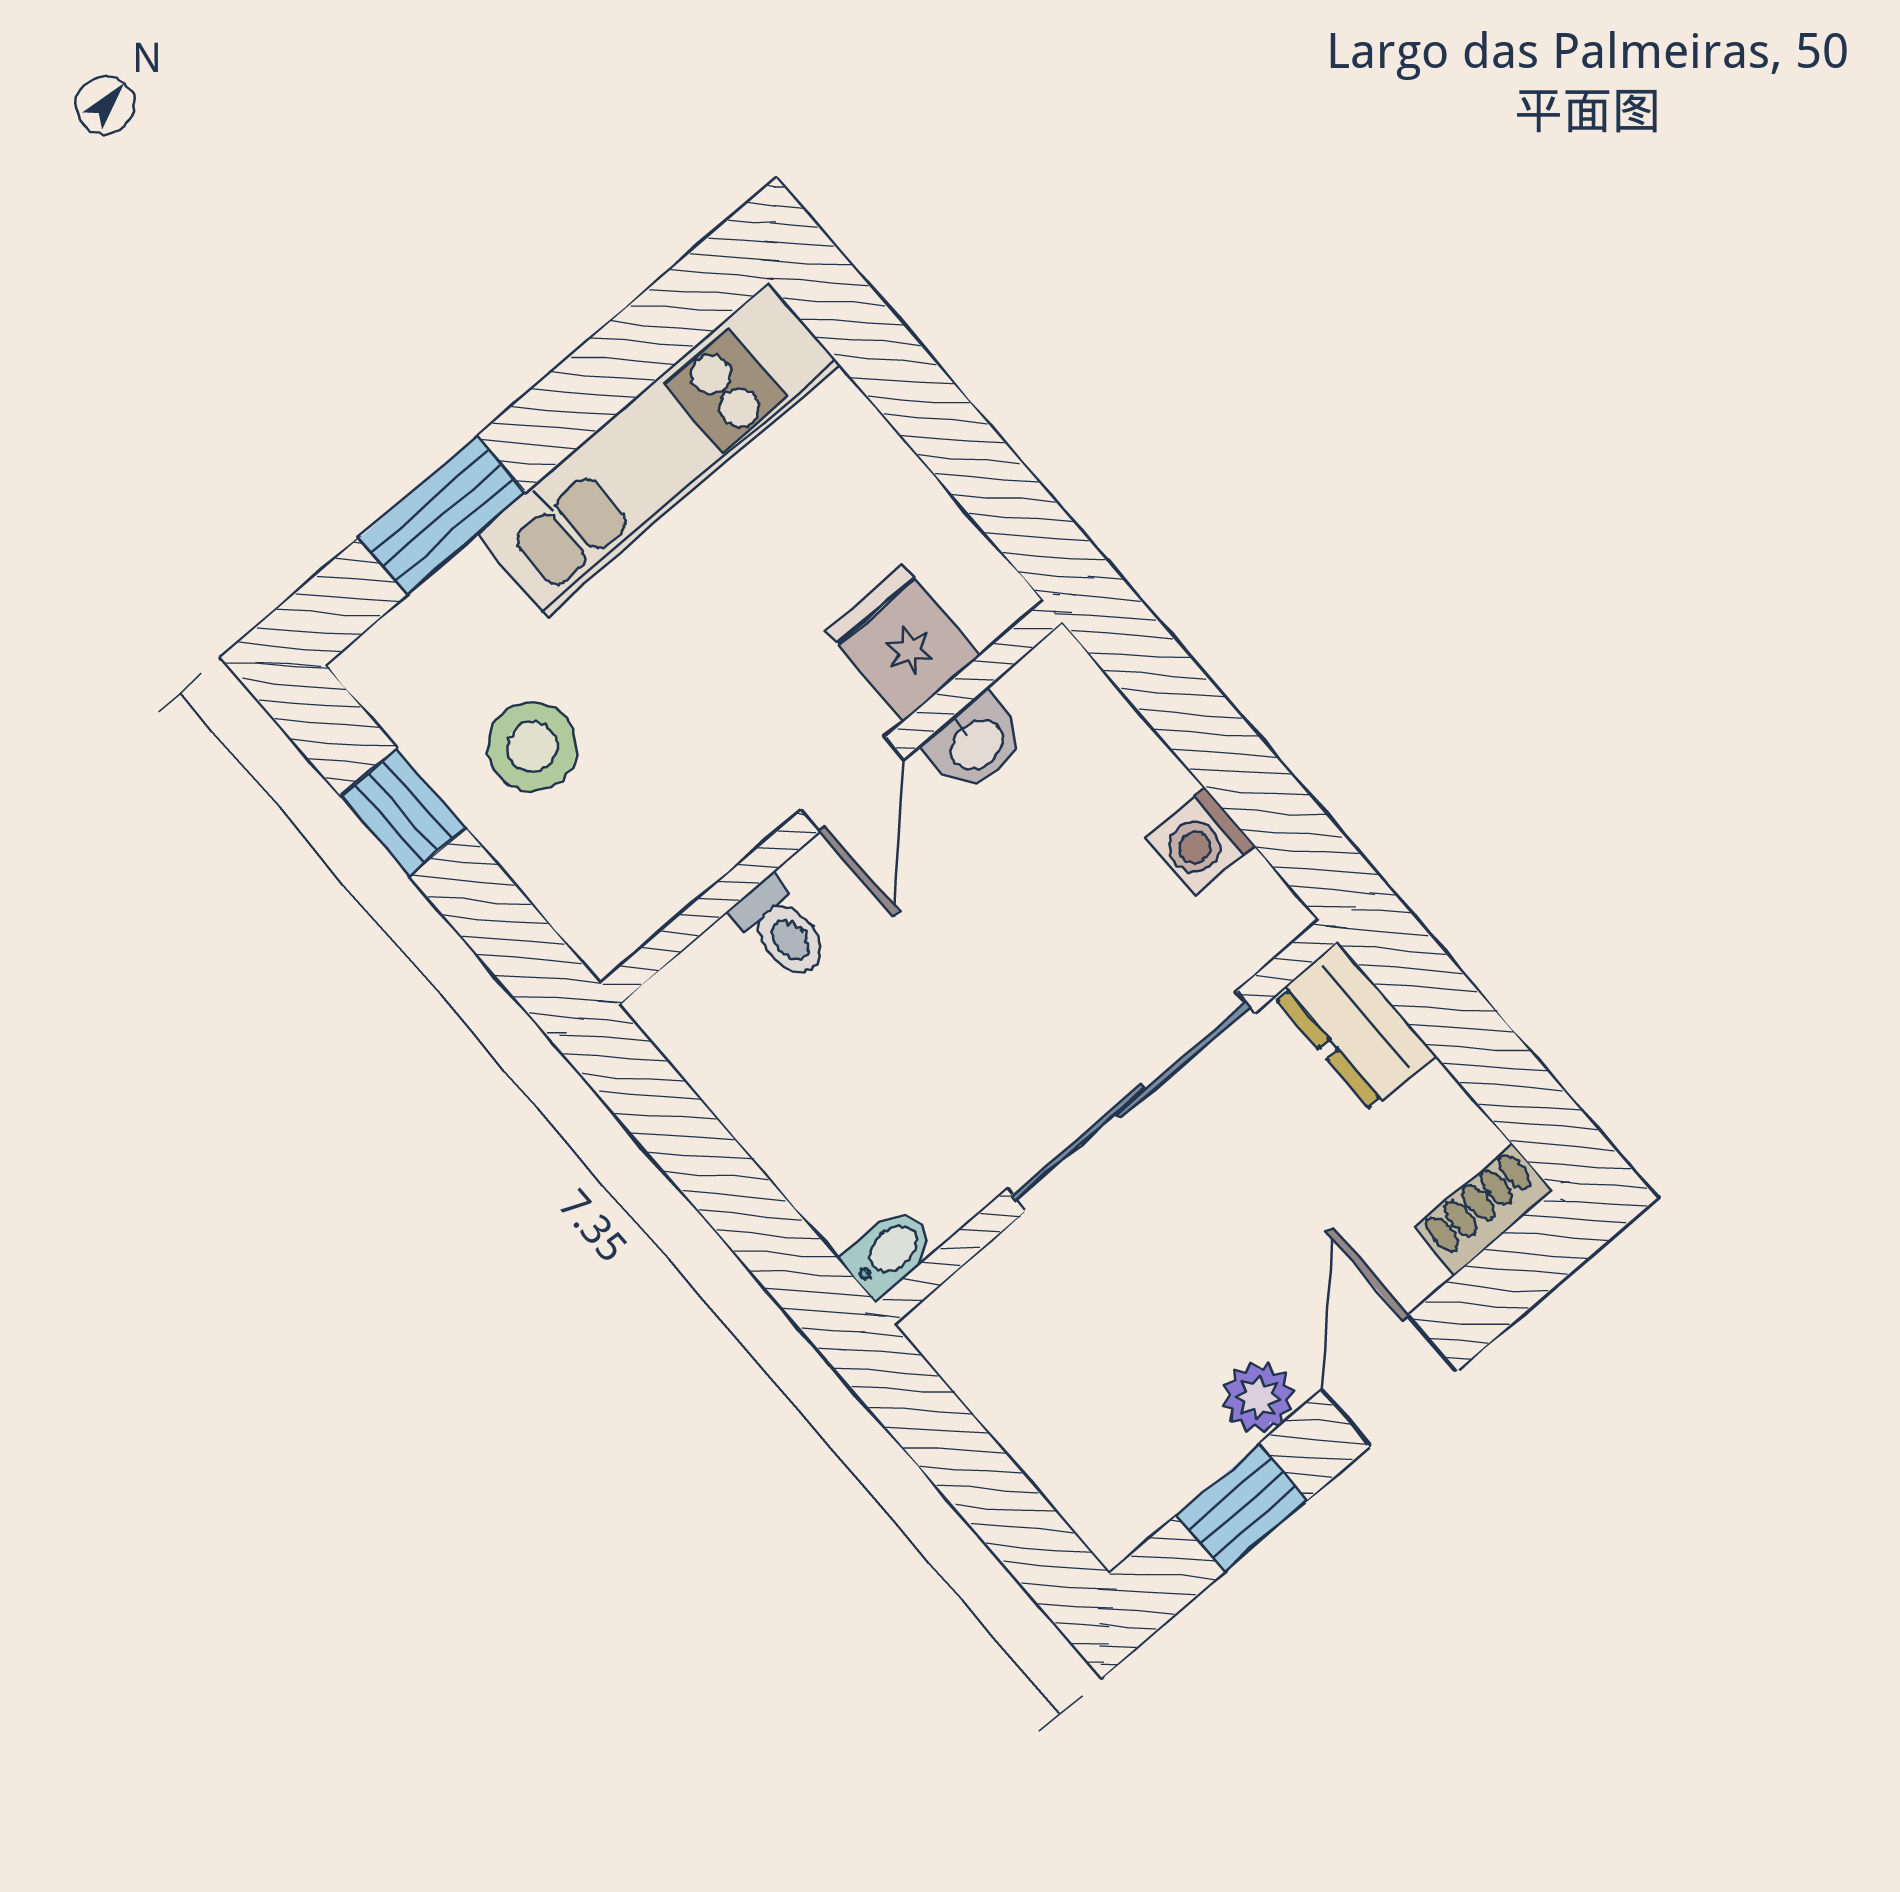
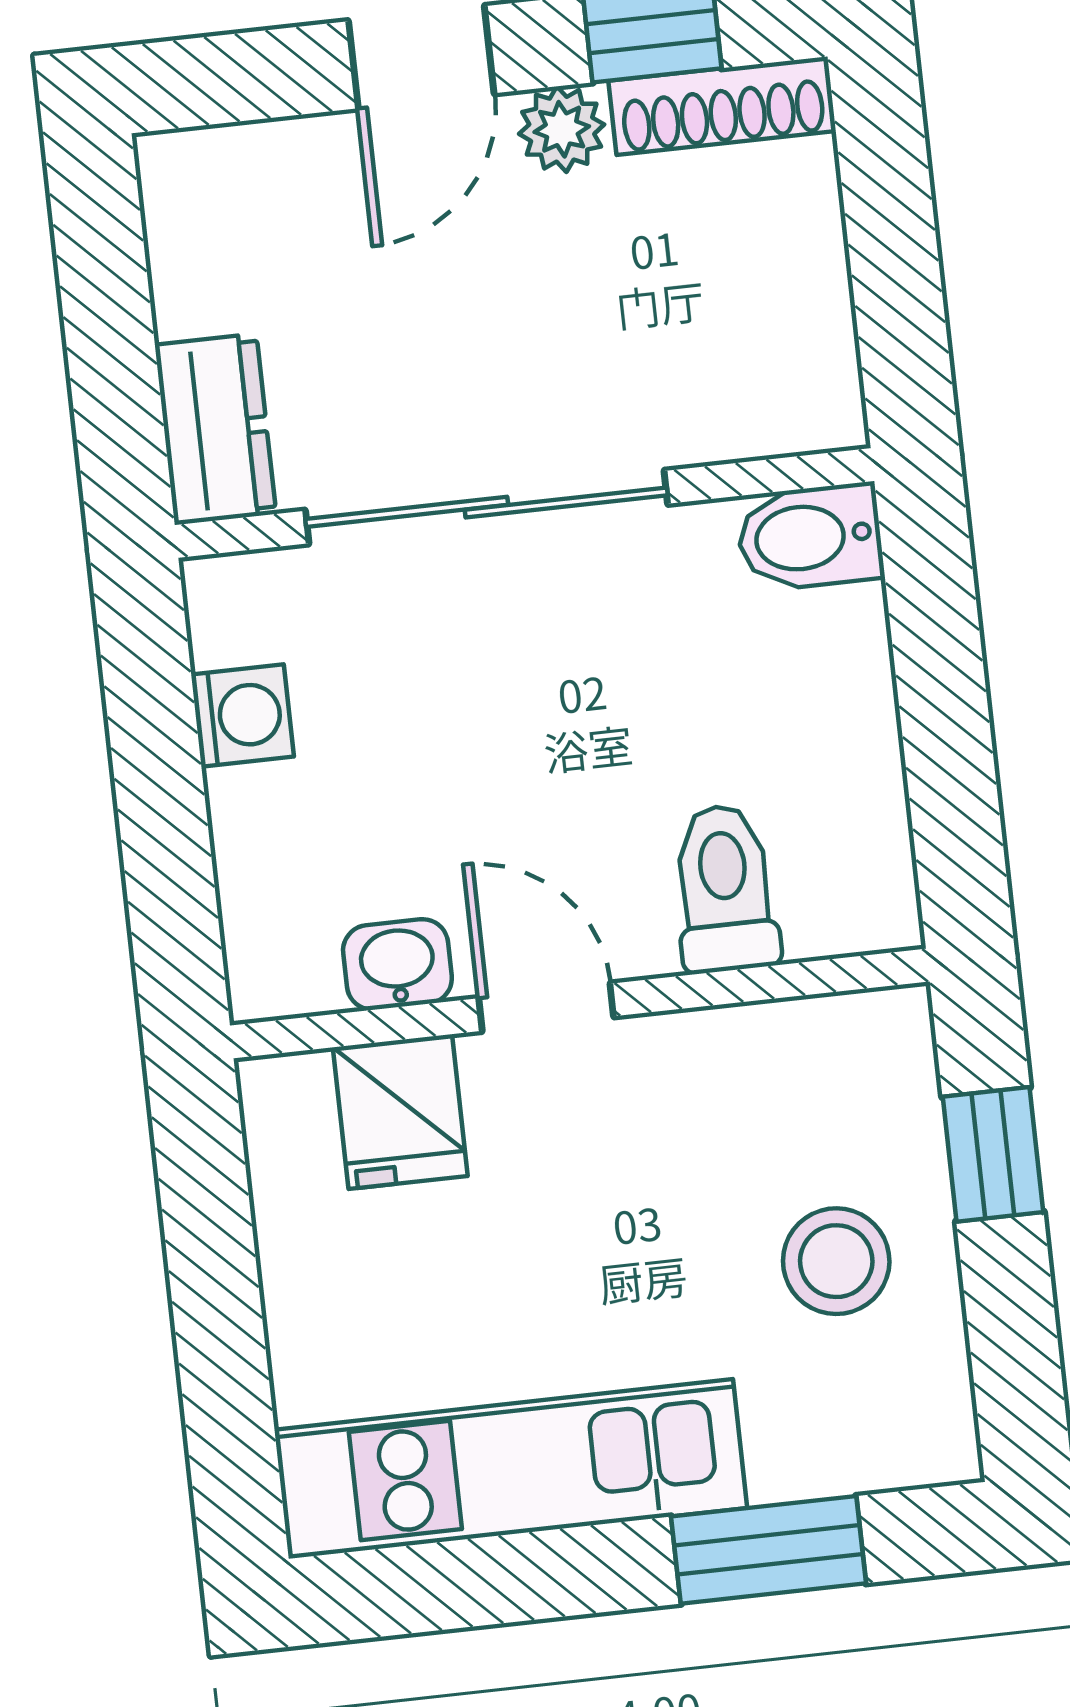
door: (853, 784) -> (546, 1007), hinge flipped
window: (403, 812) -> (993, 1154), moved
toilet: (782, 929) -> (725, 888), width x1.37, depth x1.39
shoe rack: (1484, 1209) -> (722, 106), moved, width x1.43
bidet: (889, 1253) -> (810, 537), width x1.38, depth x1.36

